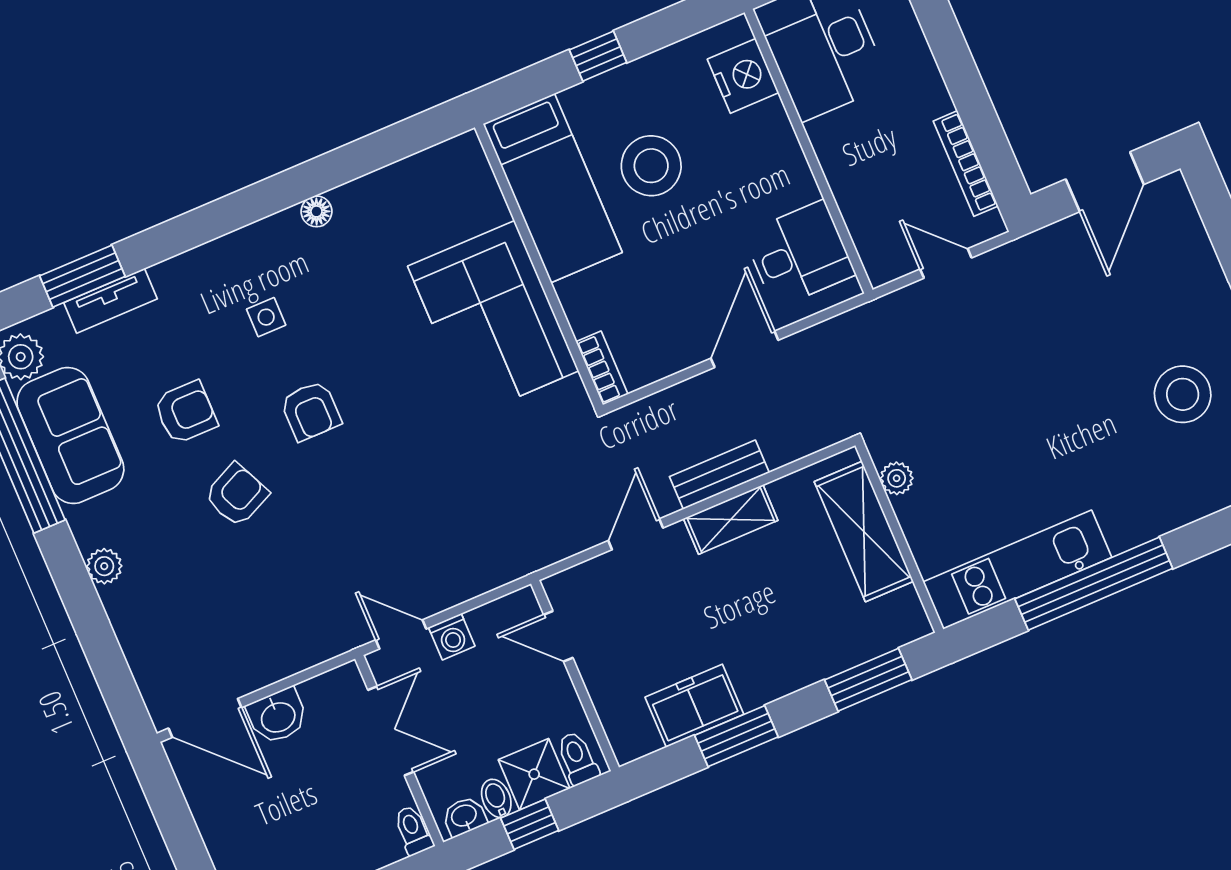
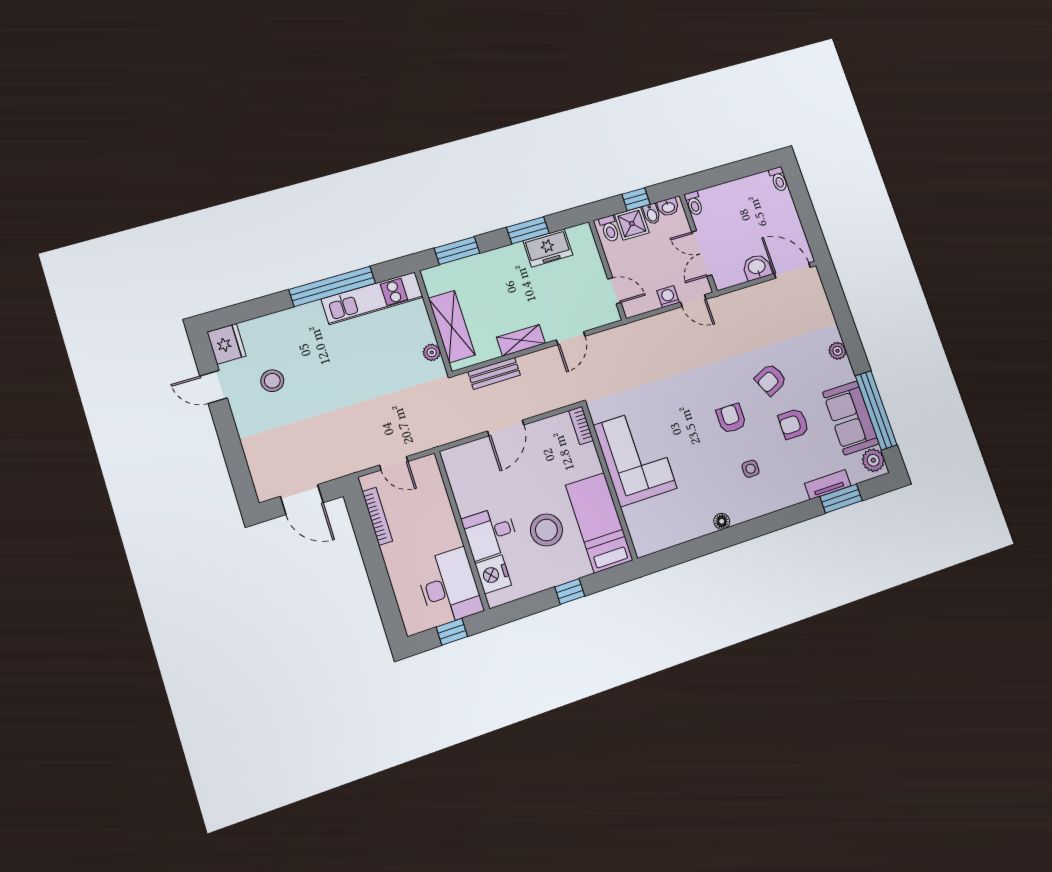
door: (1105, 182) -> (302, 500), swing flipped
desk: (799, 254) -> (490, 533), moved
stool: (1183, 394) -> (272, 381), width x0.73, depth x0.73
bench: (719, 475) -> (494, 373), moved

